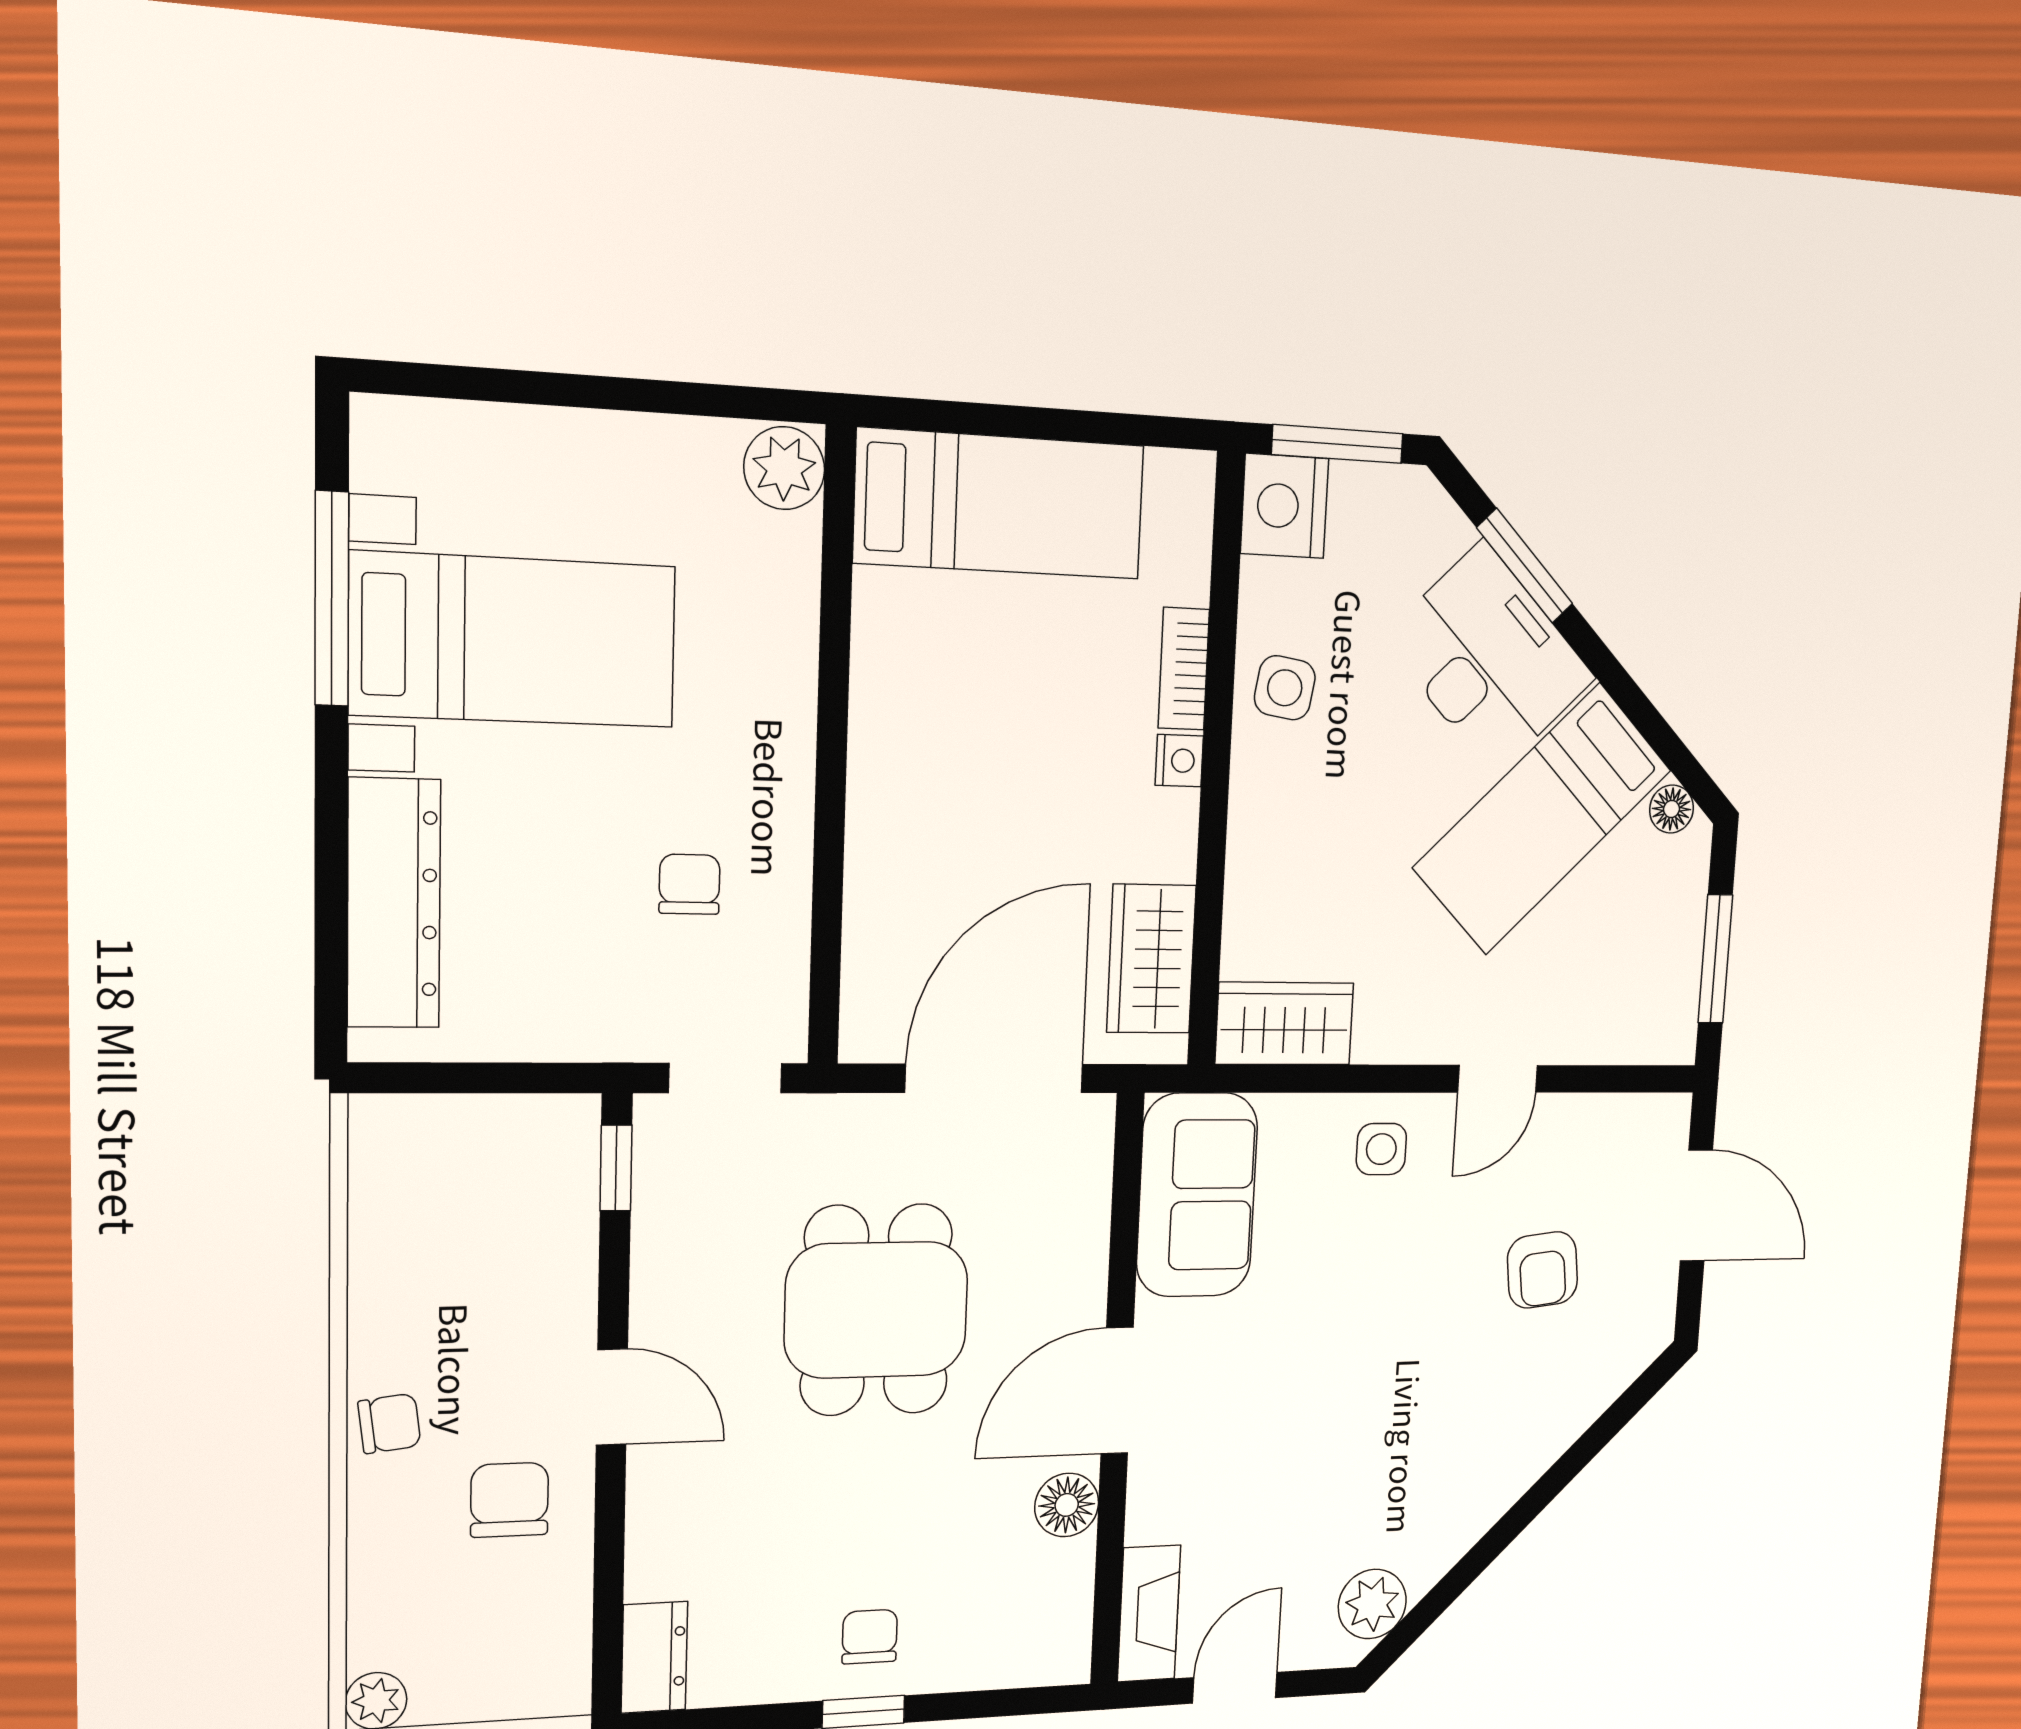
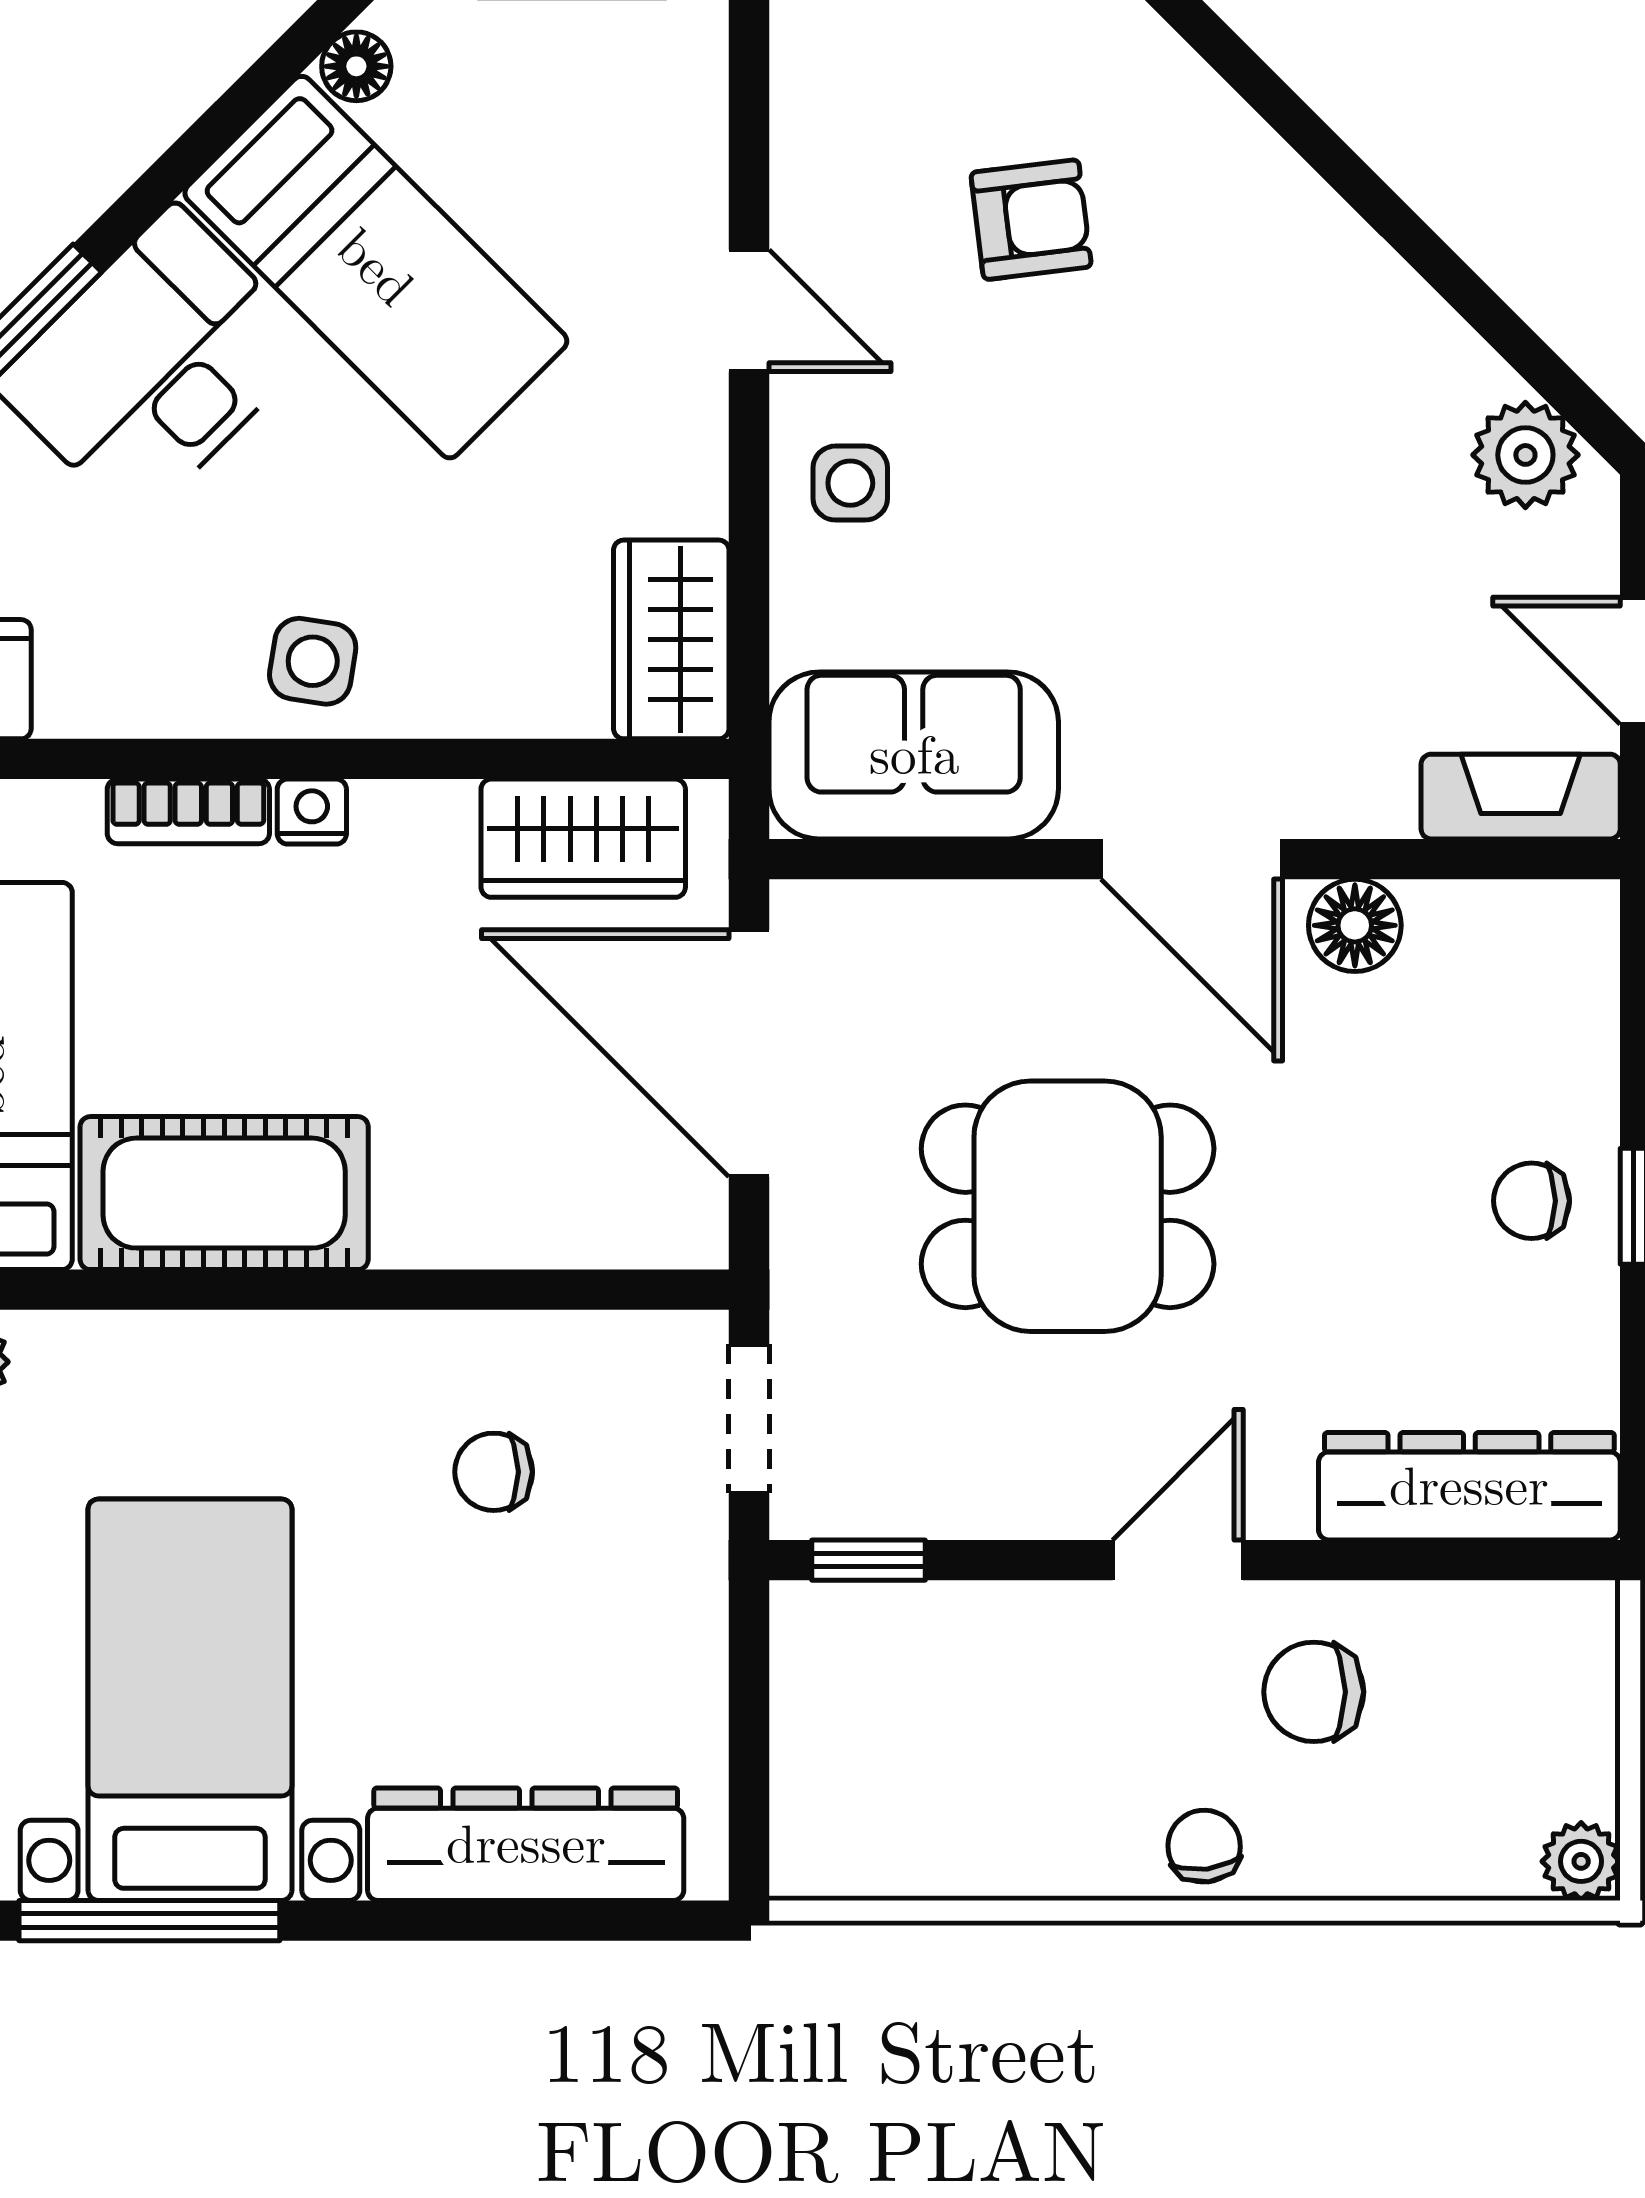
cot: (906, 684) -> (224, 1193), added
side table: (1285, 688) -> (313, 661), moved
dresser: (654, 1657) -> (1469, 1486), width x1.96, depth x1.24

